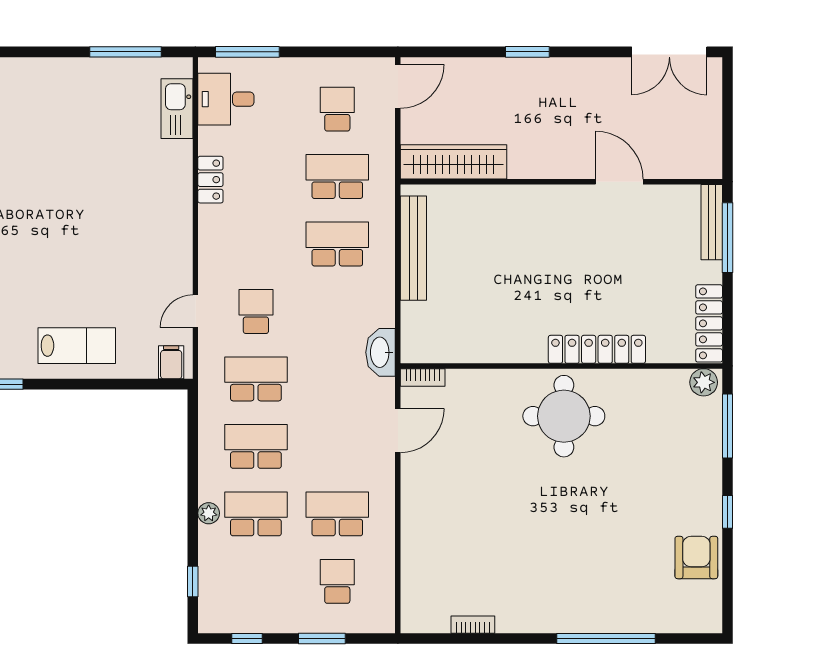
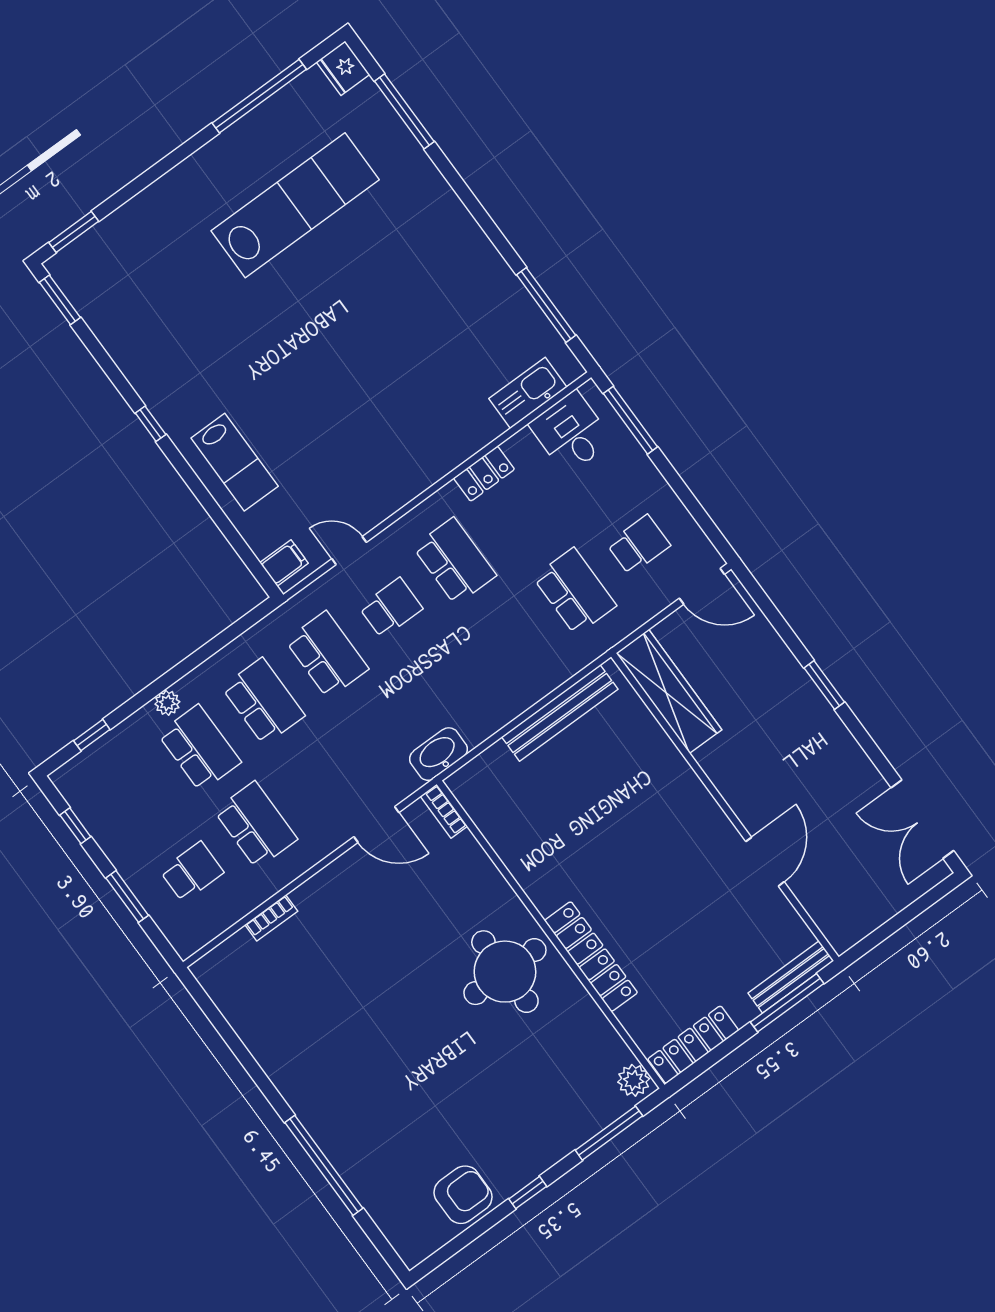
school desk: (337, 244) -> (455, 561), moved
bookcase: (473, 625) -> (271, 918), moved, turned 90

